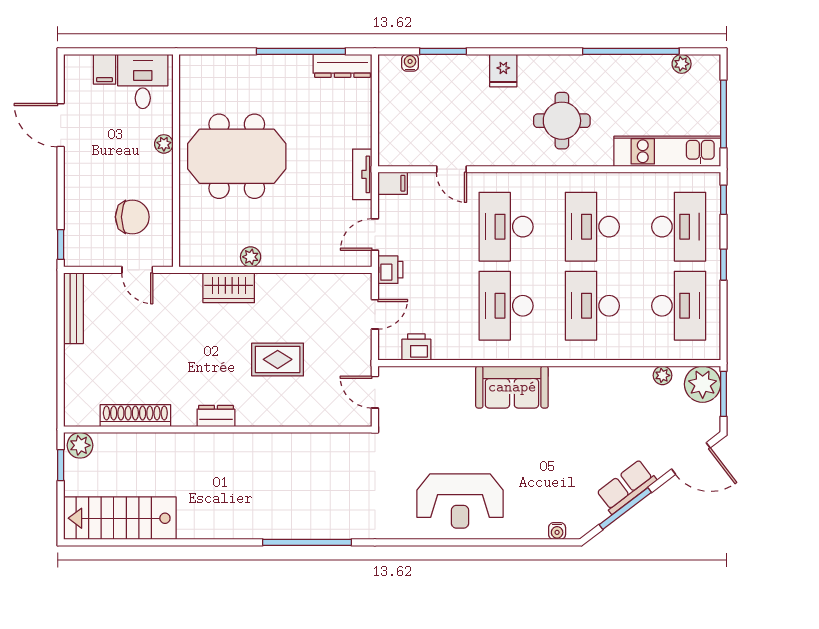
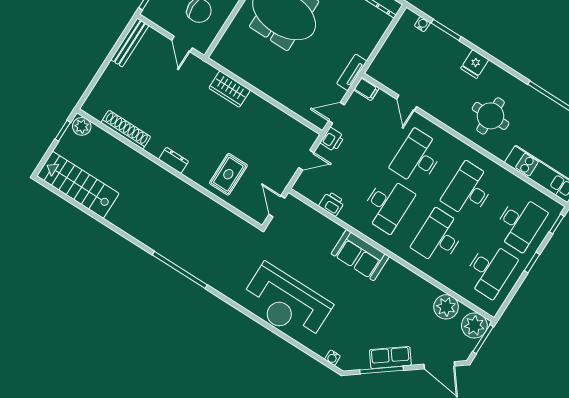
plant: (251, 257) -> (254, 79), removed
desk: (506, 306) -> (387, 205), turned 180
printer: (416, 347) -> (332, 204), moved
rug: (278, 359) -> (228, 174), moved, turned 90
plant: (663, 375) -> (446, 307), width x1.88, depth x1.88
reception desk: (460, 501) -> (286, 303), width x1.36, depth x1.30

